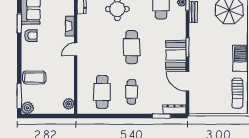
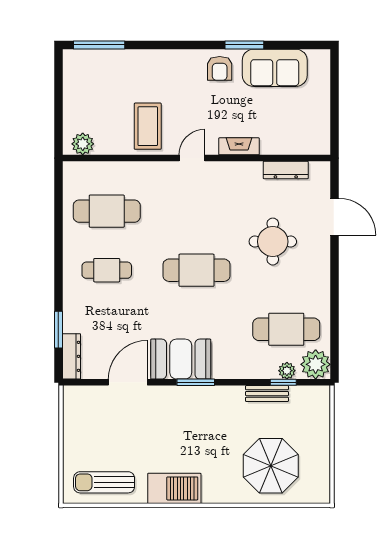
door: (76, 49) -> (192, 158), hinge flipped
coffee table: (34, 77) -> (148, 126), moved
plant: (27, 108) -> (75, 61), removed

